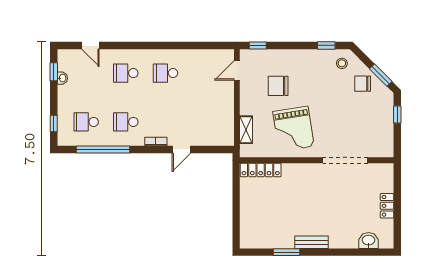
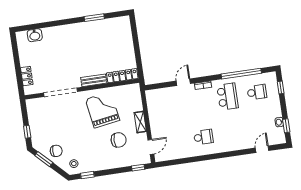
door: (90, 45) -> (262, 149), hinge flipped
school desk: (126, 73) -> (233, 133), removed
school desk: (126, 122) -> (227, 97), width x1.85
shelving: (246, 130) -> (140, 122), moved
locker: (387, 206) -> (27, 76), moved
bench: (312, 242) -> (94, 80), moved

